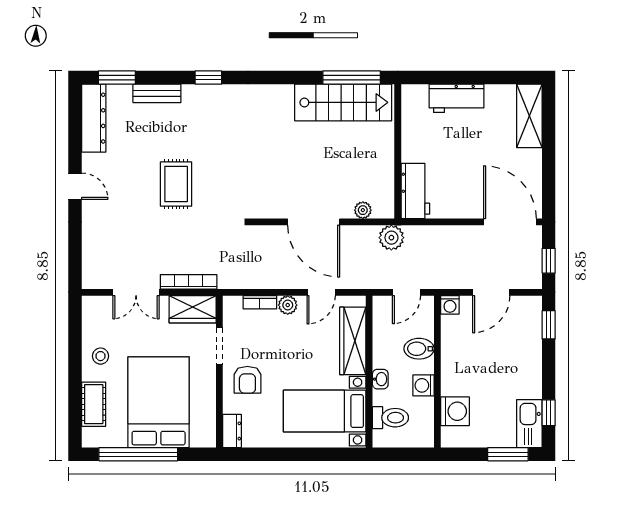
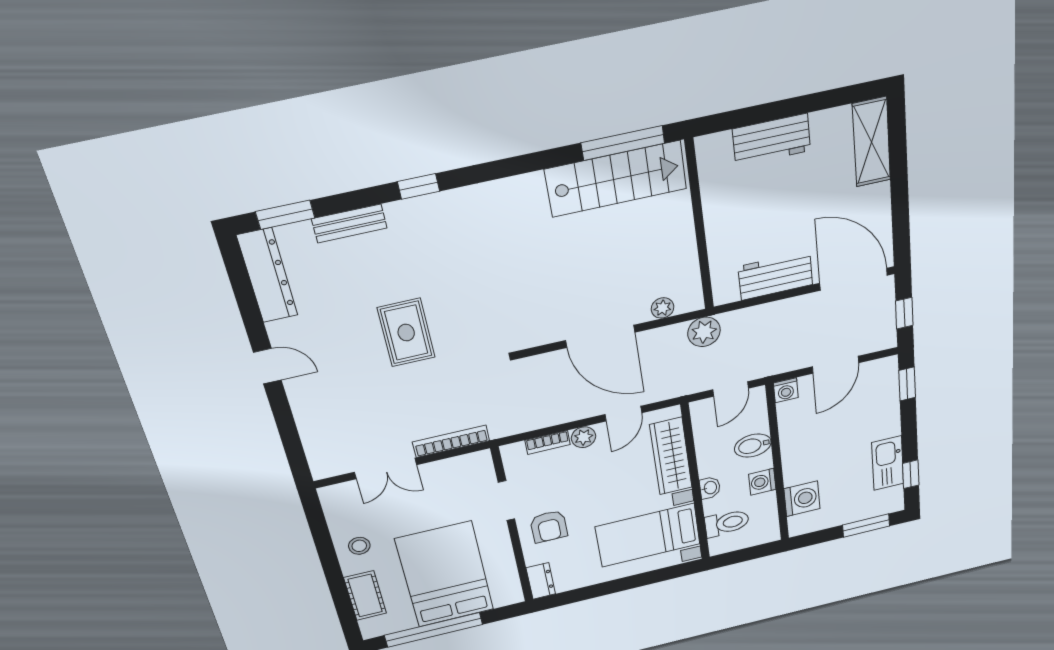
workbench: (415, 191) -> (775, 276), moved, turned -90
wardrobe: (193, 309) -> (463, 470), removed
kitchen sink: (529, 424) -> (888, 463), moved

